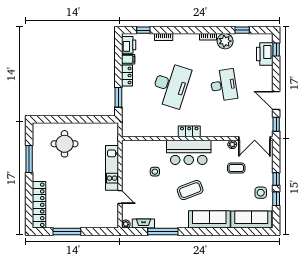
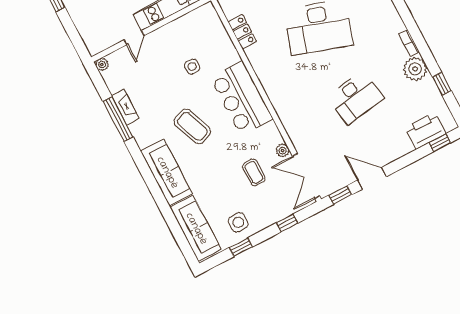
door: (276, 100) -> (372, 178), hinge flipped
locker: (189, 131) -> (242, 32), moved
window: (276, 179) -> (287, 223), moved
fireplace: (143, 224) -> (125, 107), moved

